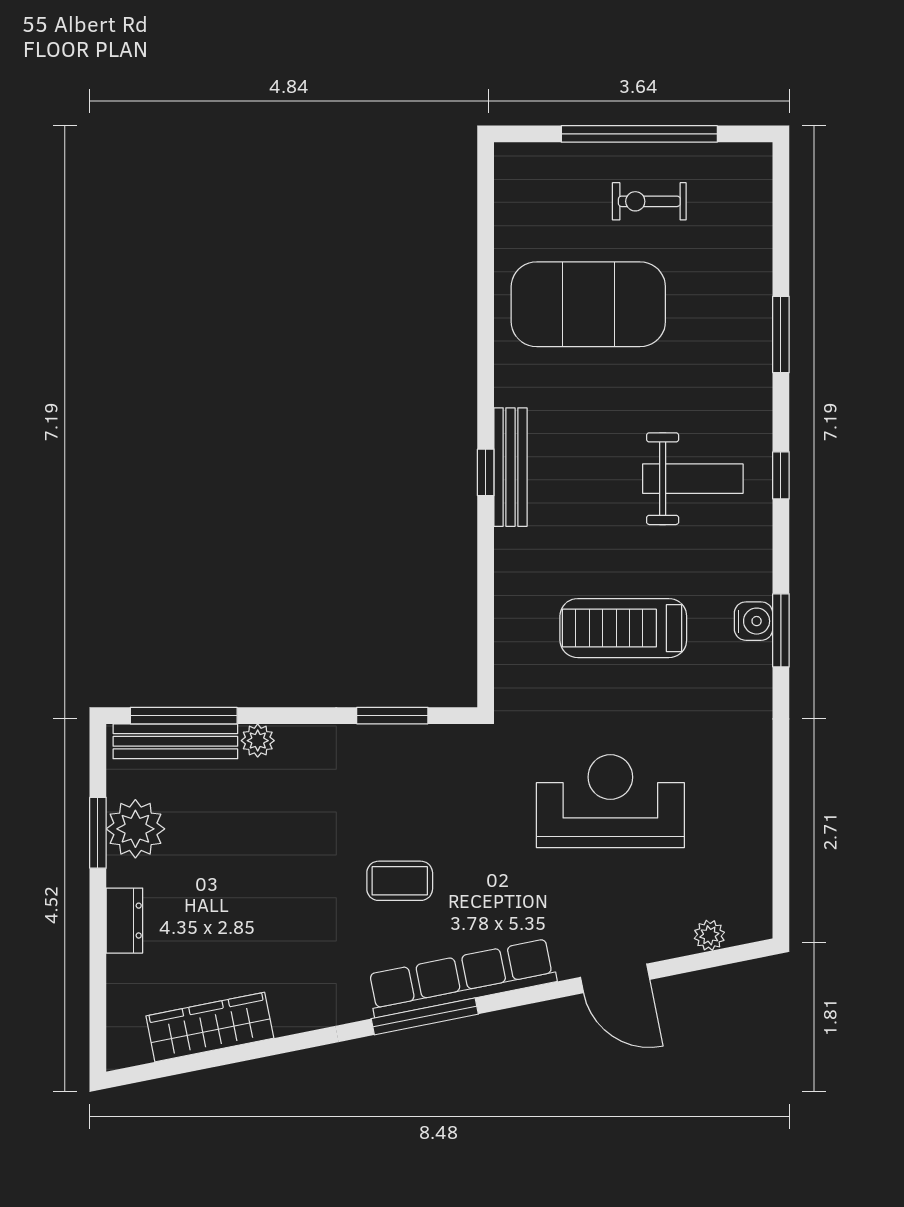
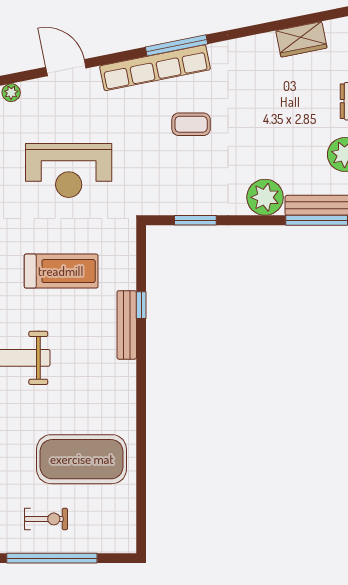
bench: (510, 467) -> (127, 325), moved
window: (486, 472) -> (141, 305), moved
plant: (258, 741) -> (265, 197), width x1.87, depth x1.87
wardrobe: (210, 1027) -> (301, 39), width x0.67

